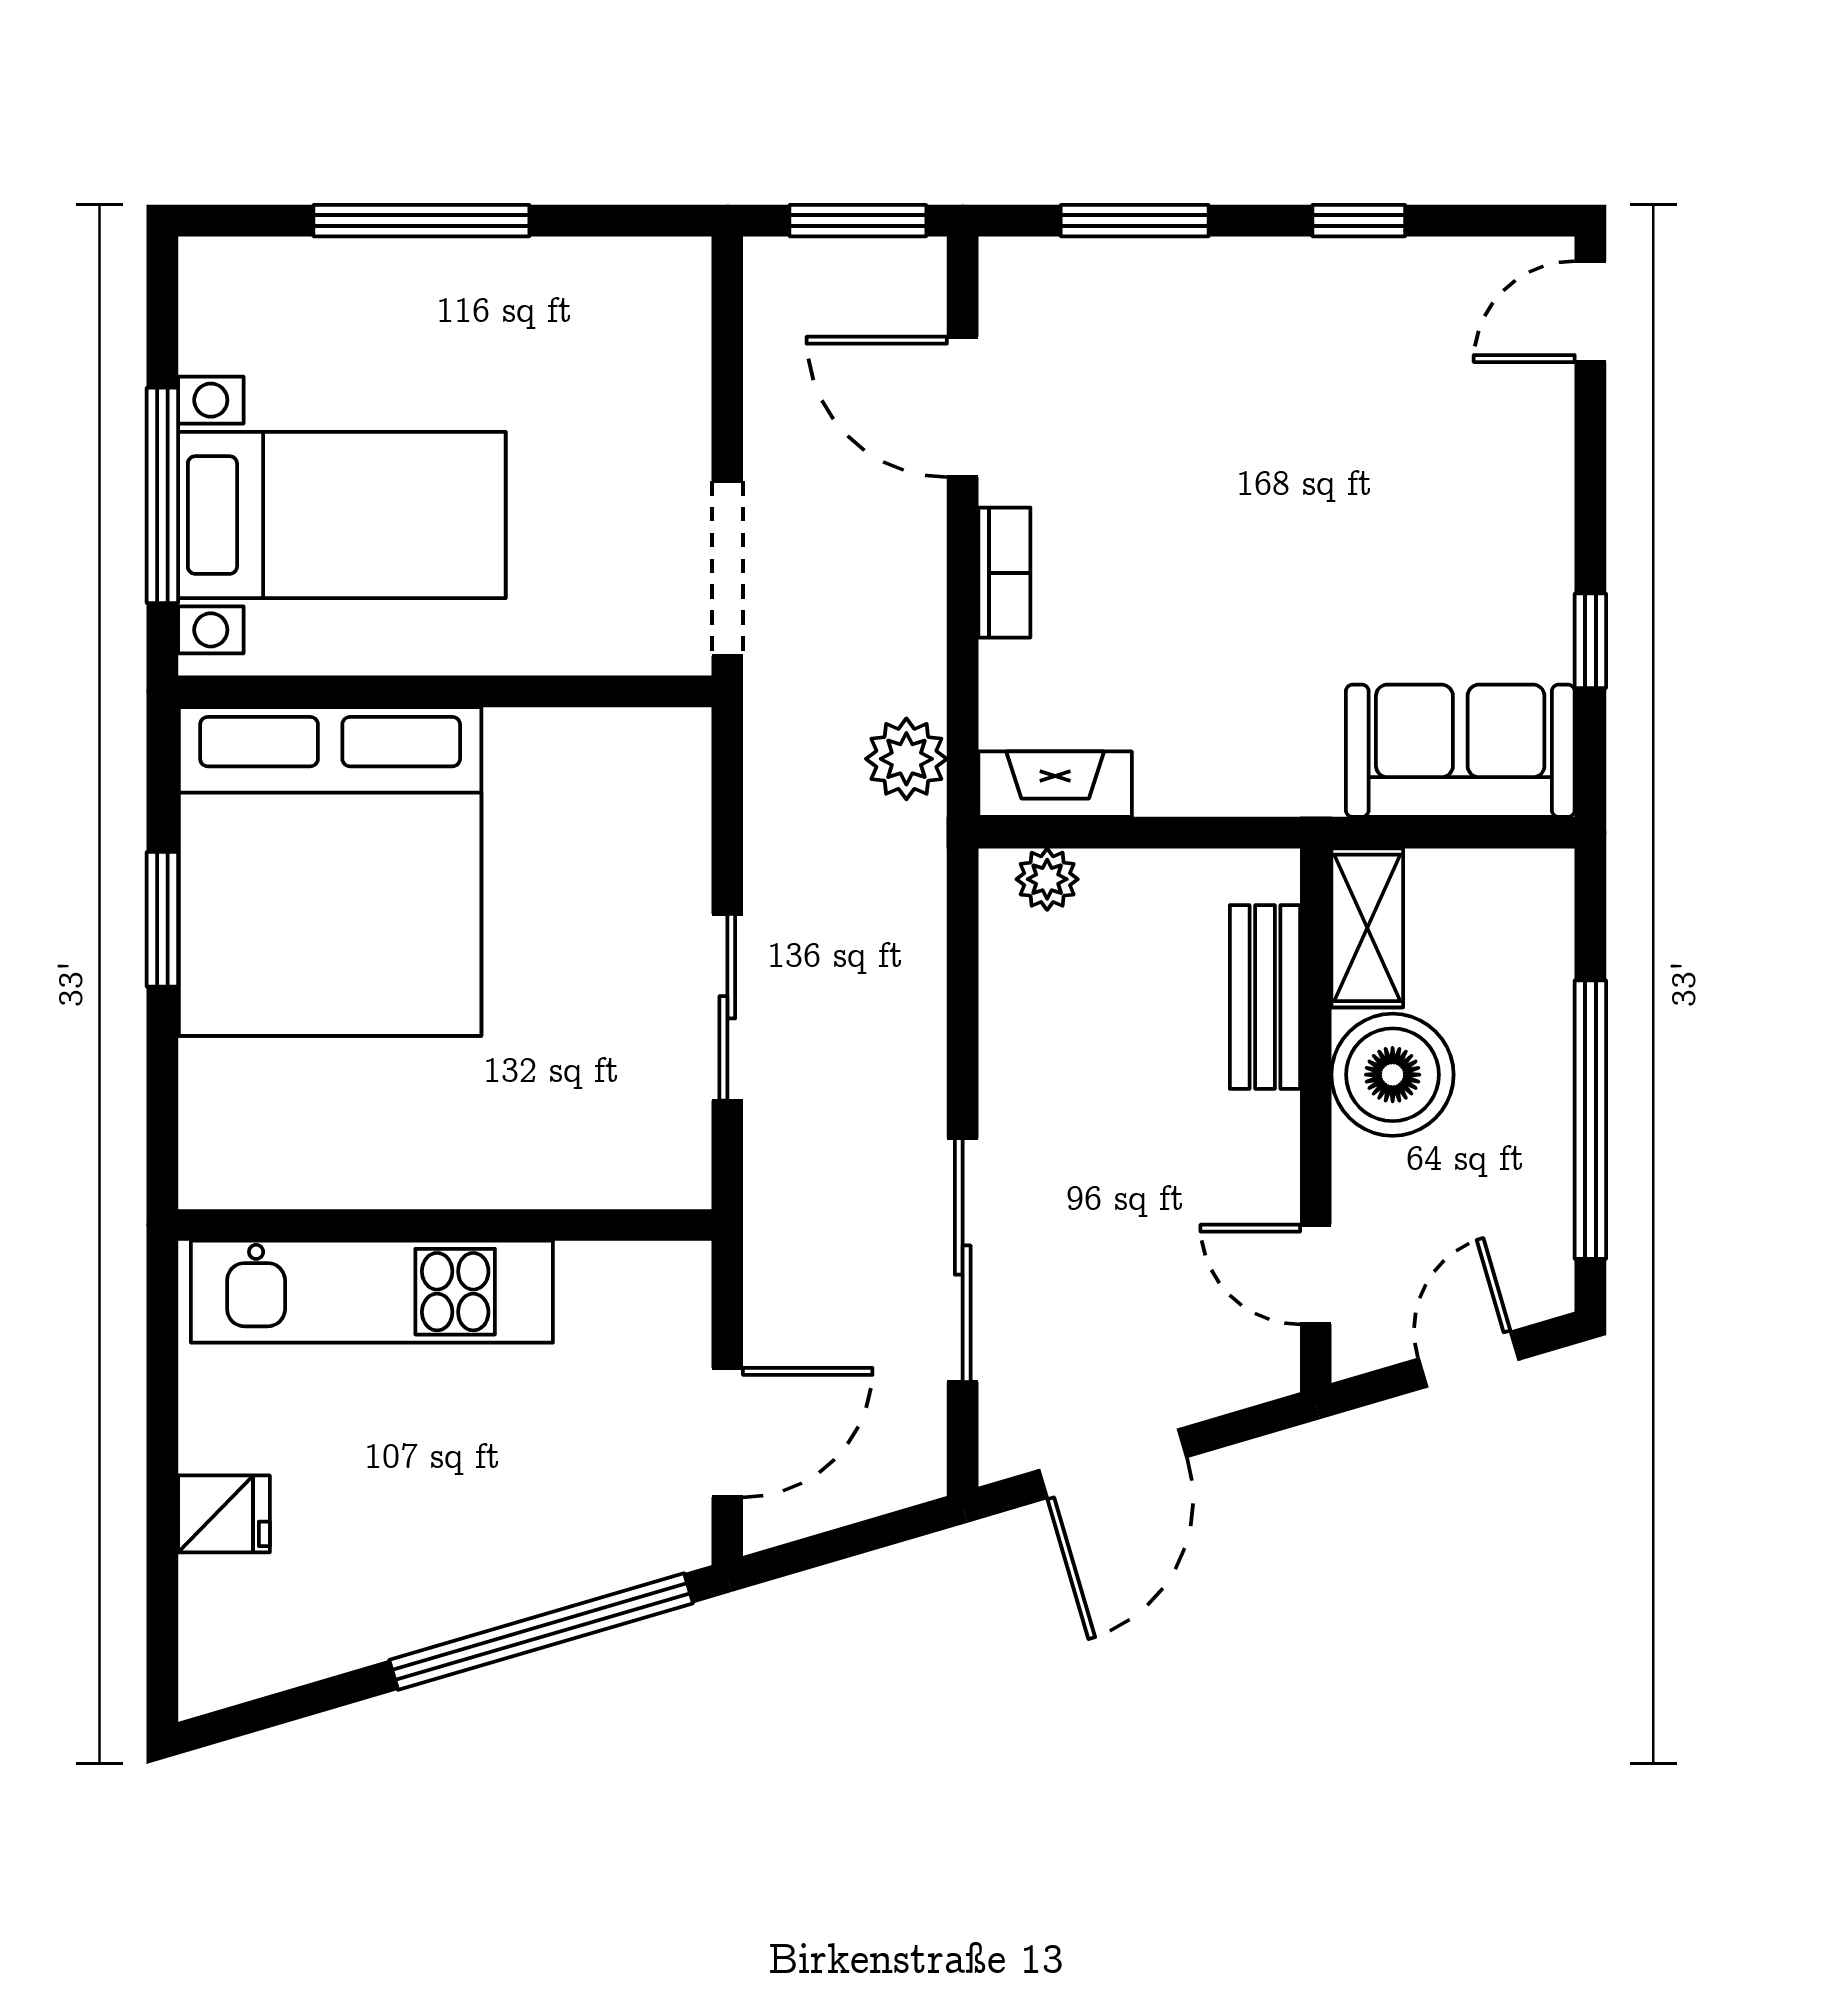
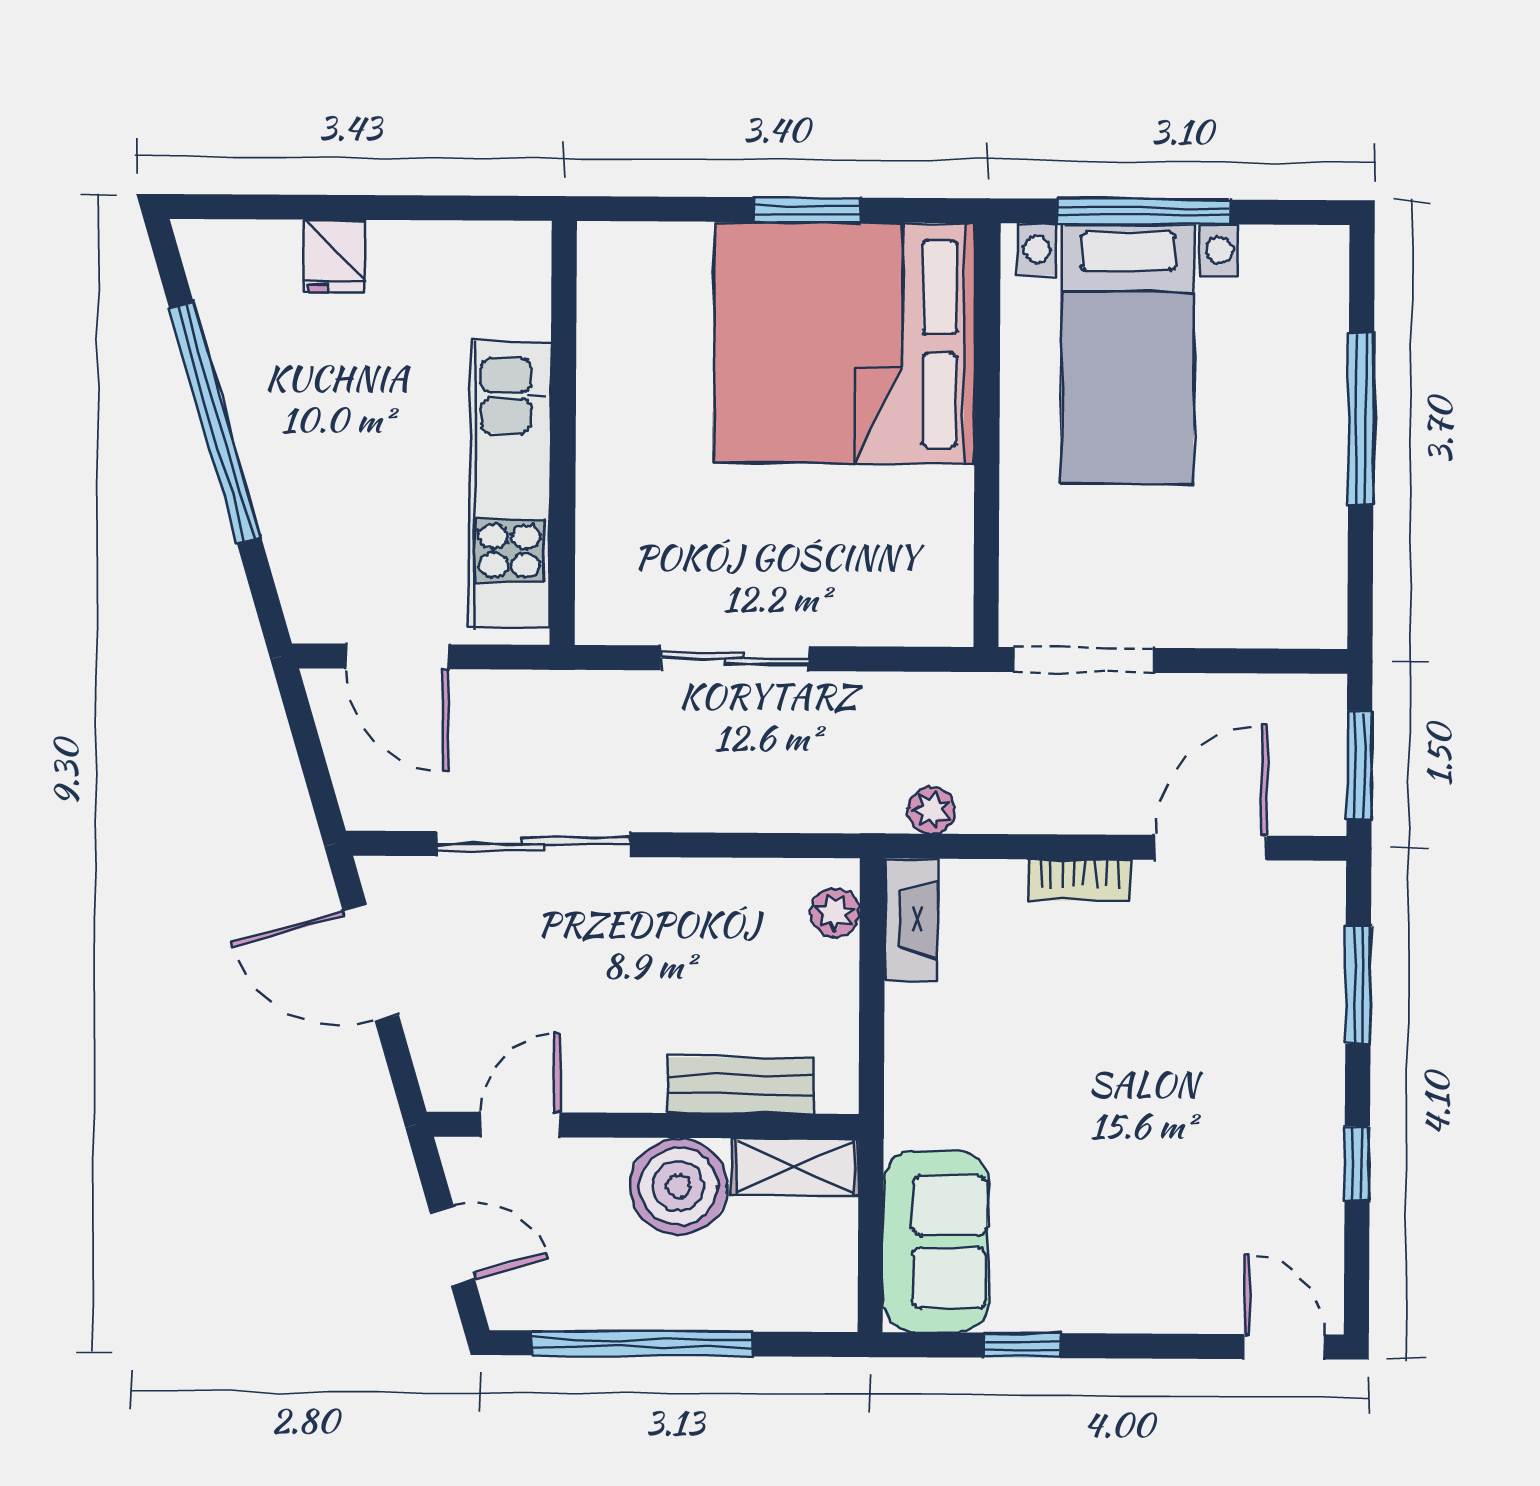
plant: (906, 759) -> (931, 810), width x0.73, depth x0.73
kitchen unit: (372, 1292) -> (510, 485), moved
window: (541, 1632) -> (215, 422), moved

